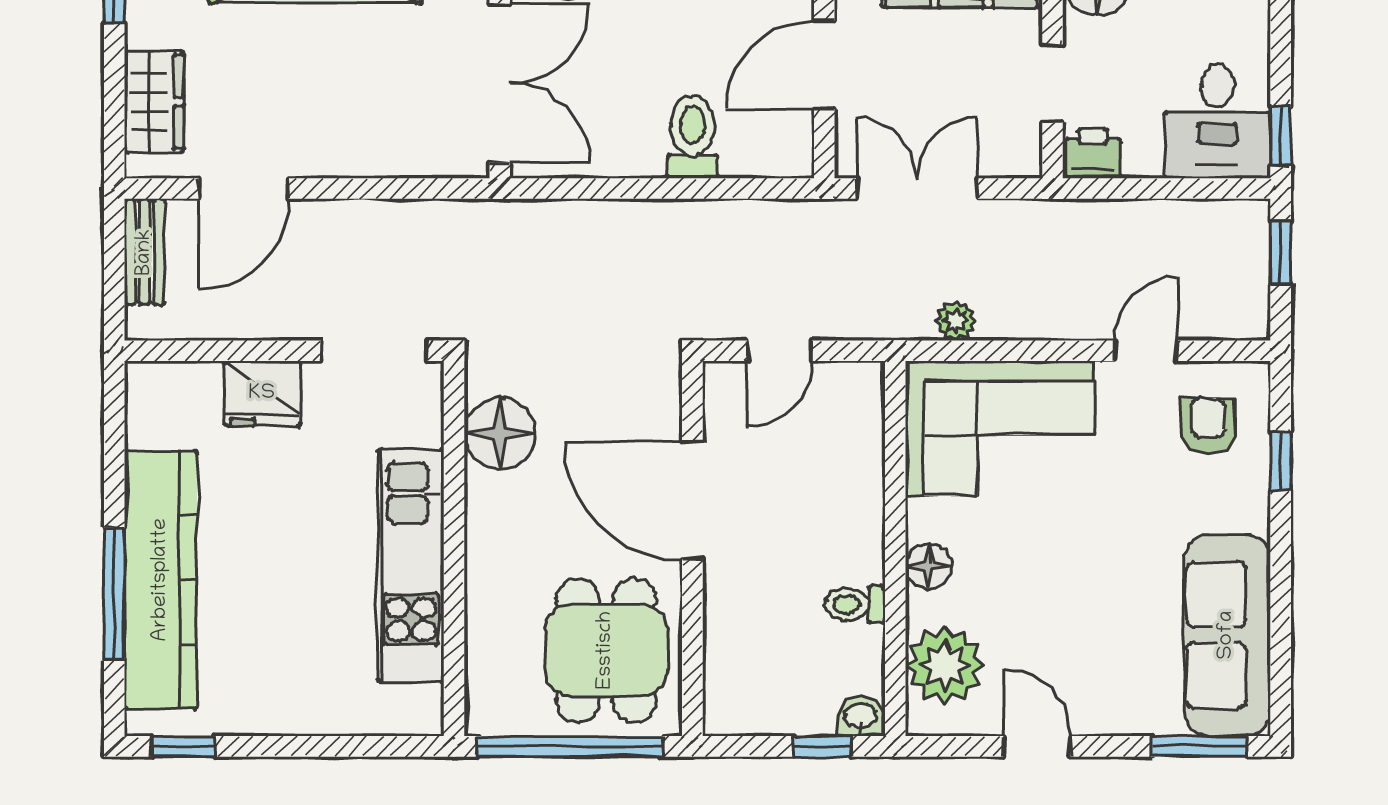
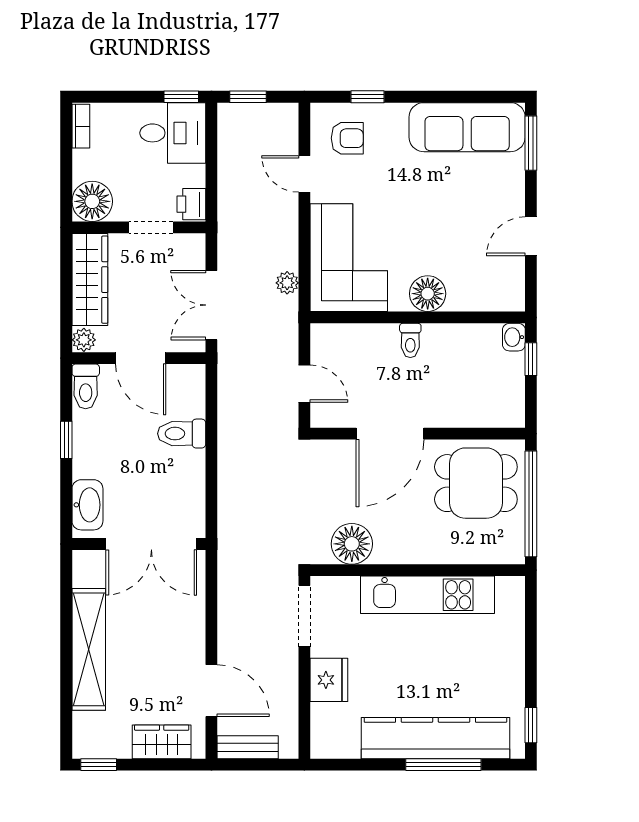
double door: (500, 84) -> (151, 544), swing flipped
armchair: (1208, 426) -> (347, 138), turned 180
floor lamp: (928, 566) -> (428, 294), width x1.38, depth x1.38
toilet: (855, 604) -> (410, 340), moved
plant: (945, 665) -> (484, 289), removed

